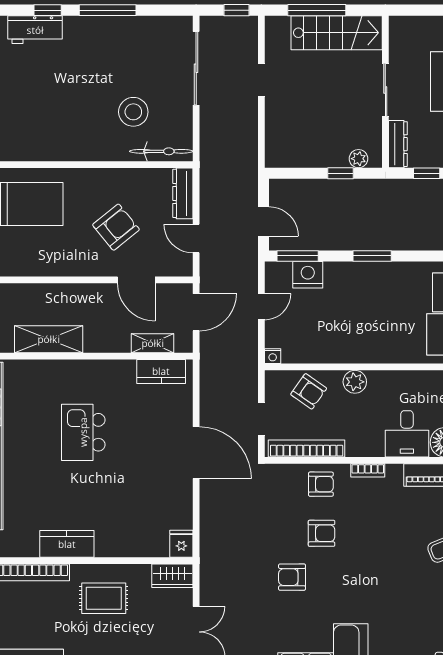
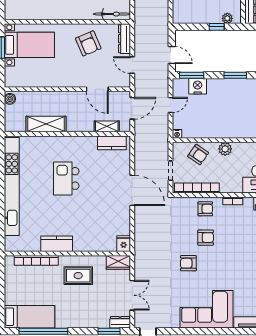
armchair: (116, 227) -> (88, 43), moved, turned 106

